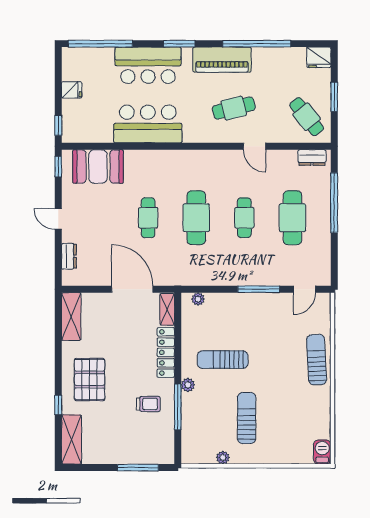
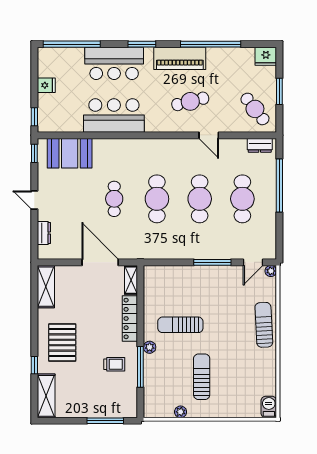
cafe table: (244, 218) -> (200, 199), width x1.37, depth x1.35
plant: (198, 299) -> (271, 271), moved

